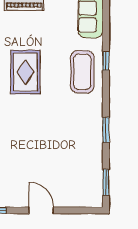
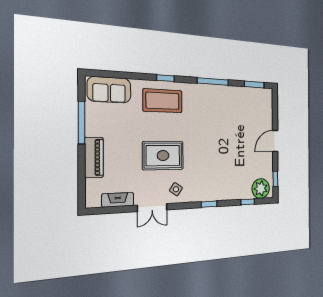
window: (106, 61) -> (165, 78), moved
window: (106, 130) -> (213, 82), width x1.44

